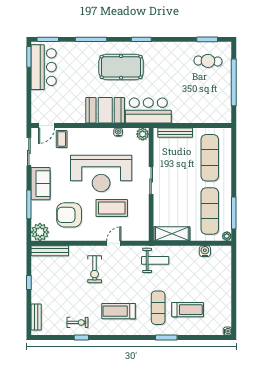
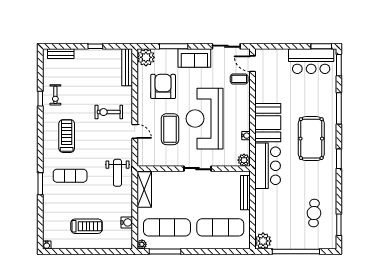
cafe table: (208, 61) -> (314, 213), moved
plant: (223, 115) -> (263, 241), added
treadmill: (188, 310) -> (87, 226), moved, turned -90

